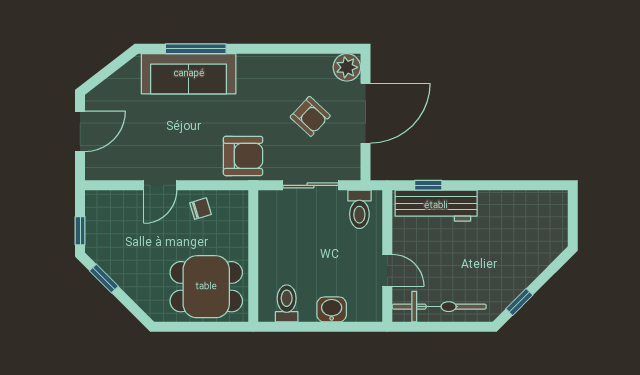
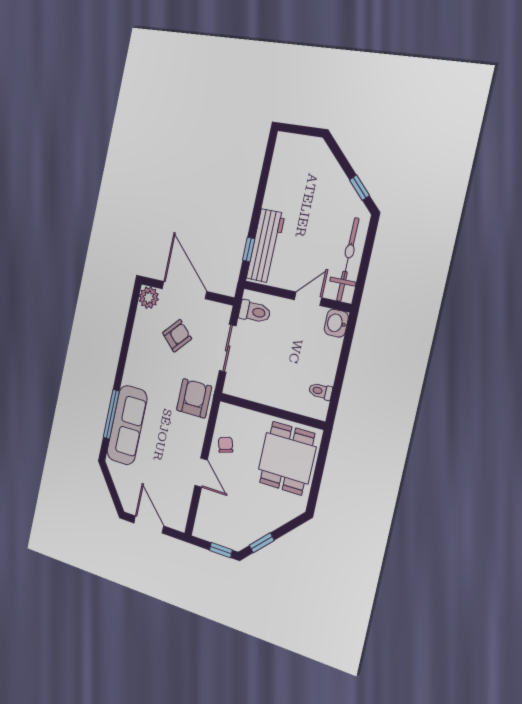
toilet: (287, 303) -> (321, 391), width x0.73, depth x0.72
washbasin: (332, 309) -> (336, 323), moved

